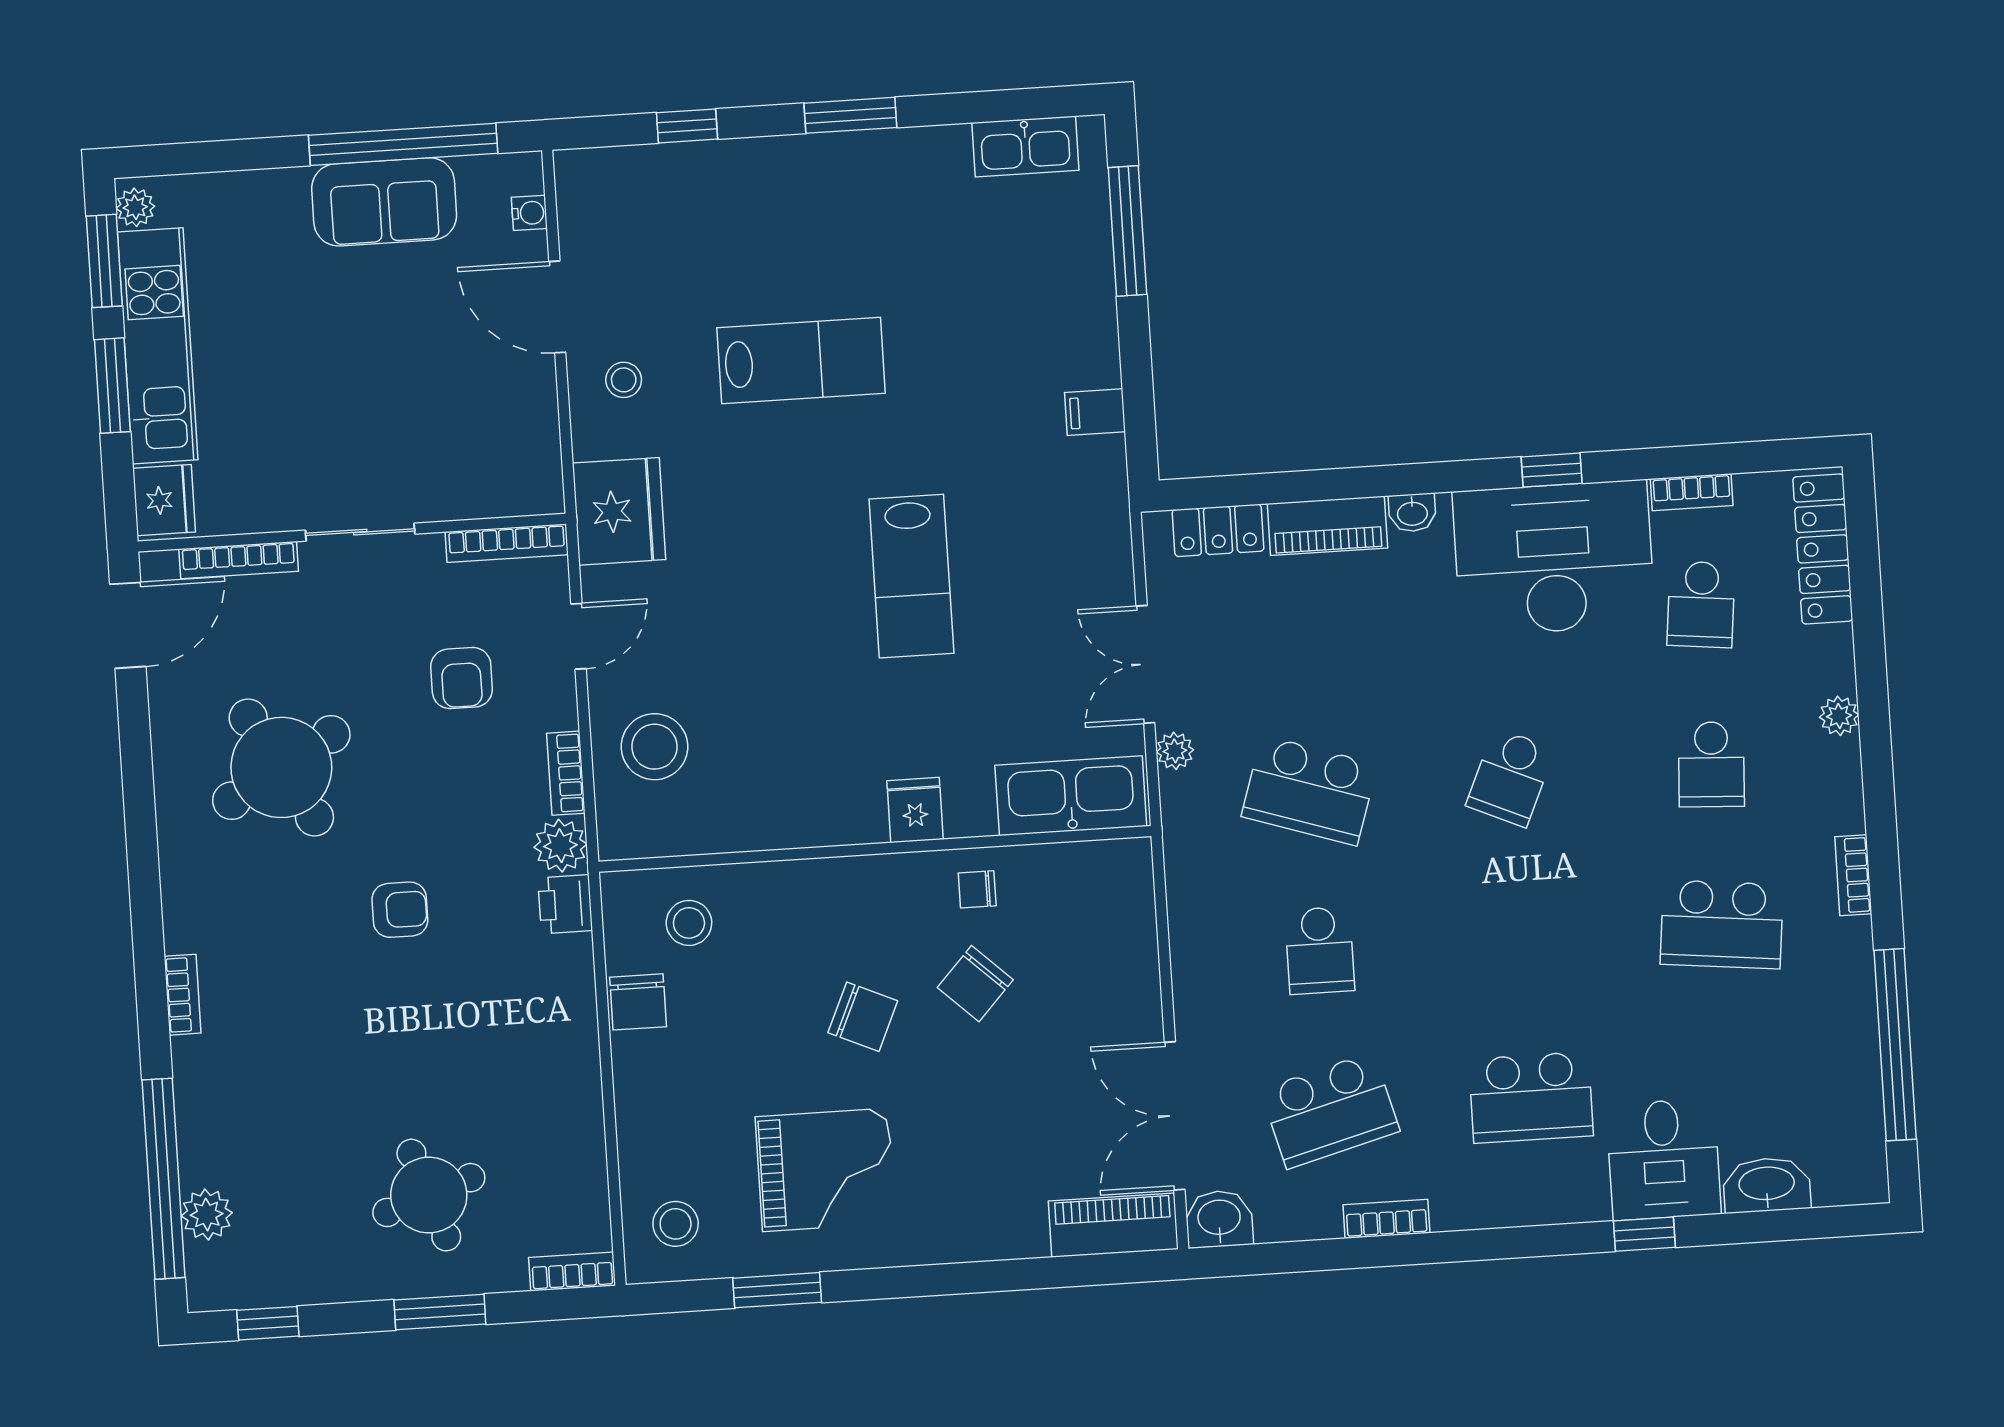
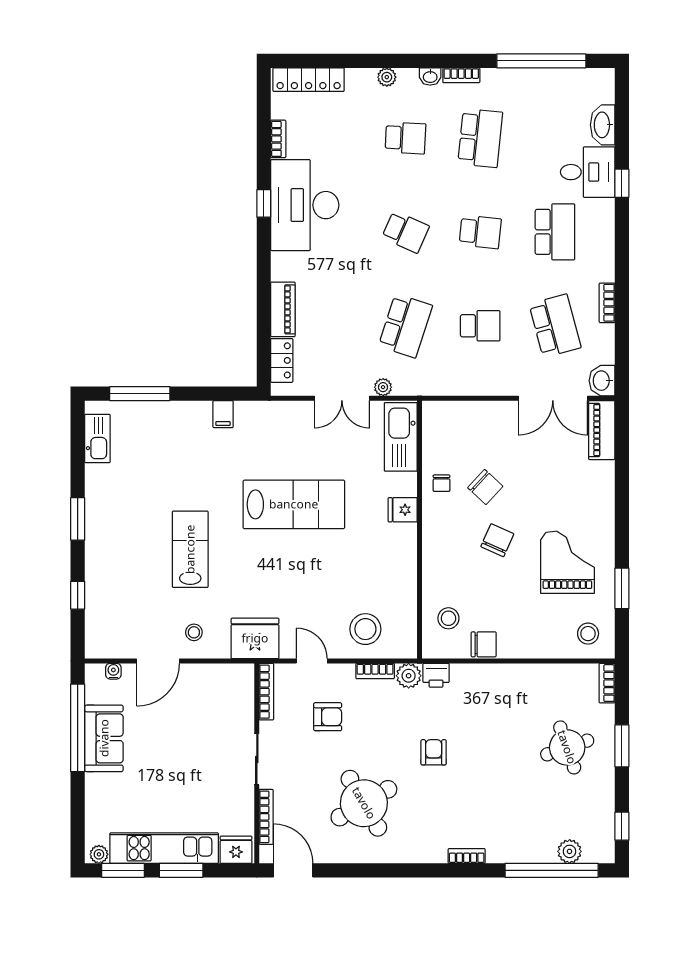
washbasin: (1412, 513) -> (430, 77), moved, turned 90
lab bench: (911, 576) -> (294, 504), width x1.36, depth x1.39
school desk: (1701, 604) -> (480, 232), moved

